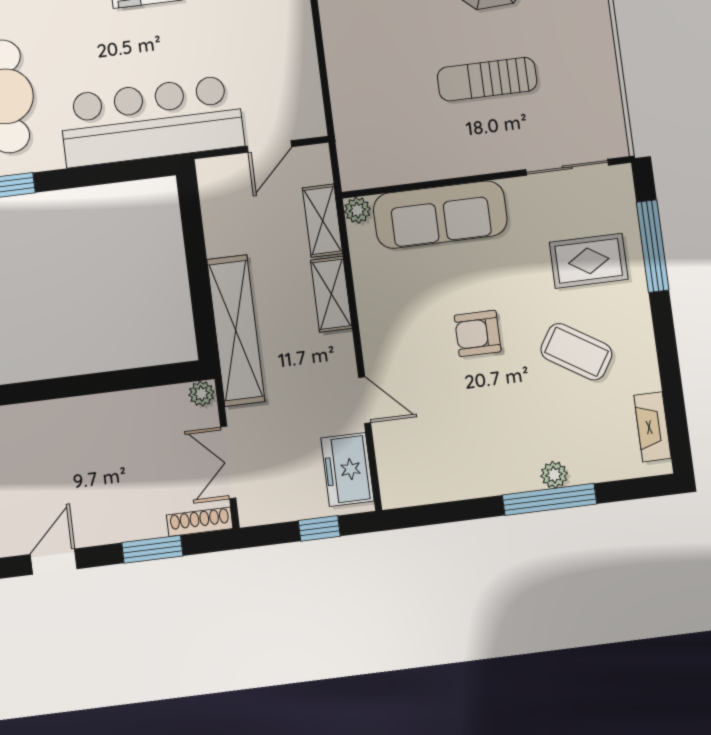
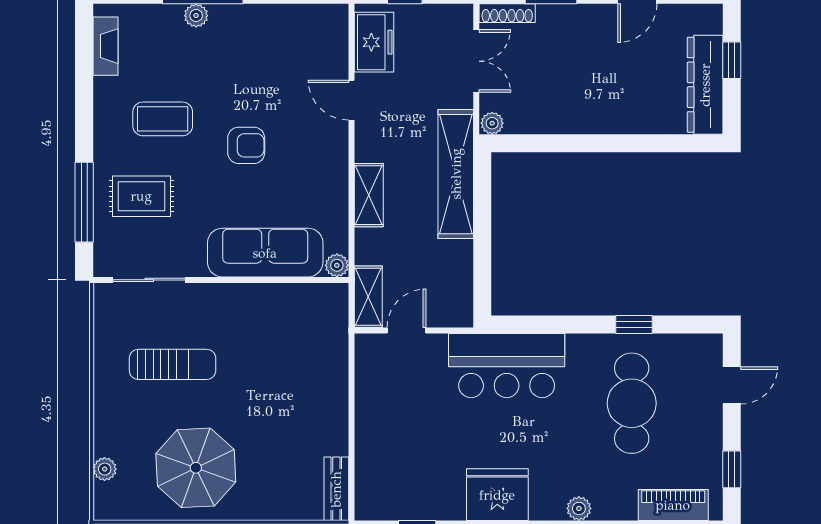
sun lounger: (487, 79) -> (173, 364), moved
bar counter: (152, 121) -> (507, 366), width x0.73
shelving: (323, 221) -> (368, 297), moved
coffee table: (576, 352) -> (163, 119), turned -32

